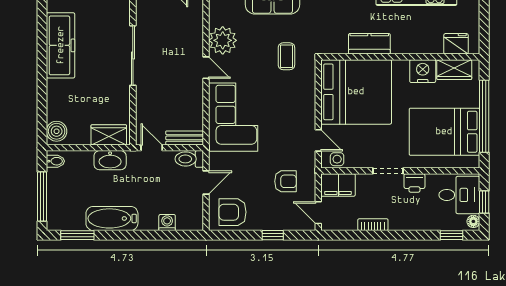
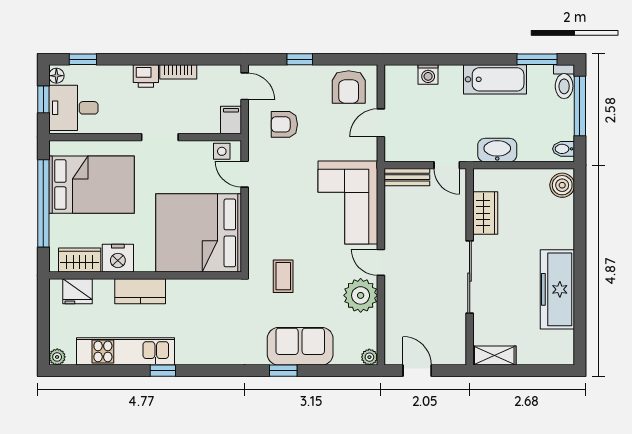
kitchen counter: (369, 44) -> (140, 291), moved
wardrobe: (109, 135) -> (485, 213), moved, turned -90
toilet: (189, 159) -> (564, 82), moved, turned 90
printer: (414, 183) -> (146, 76), moved, turned 180
filing cabinet: (338, 185) -> (231, 120), width x0.50
armchair: (233, 212) -> (349, 87), turned 90

